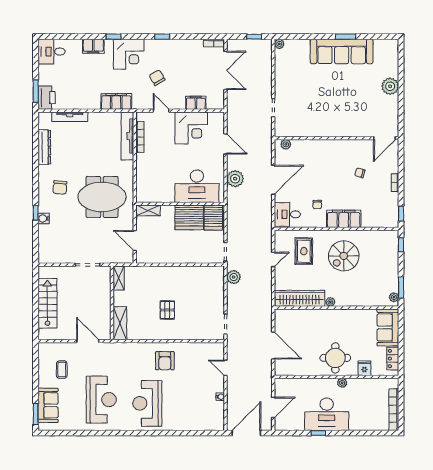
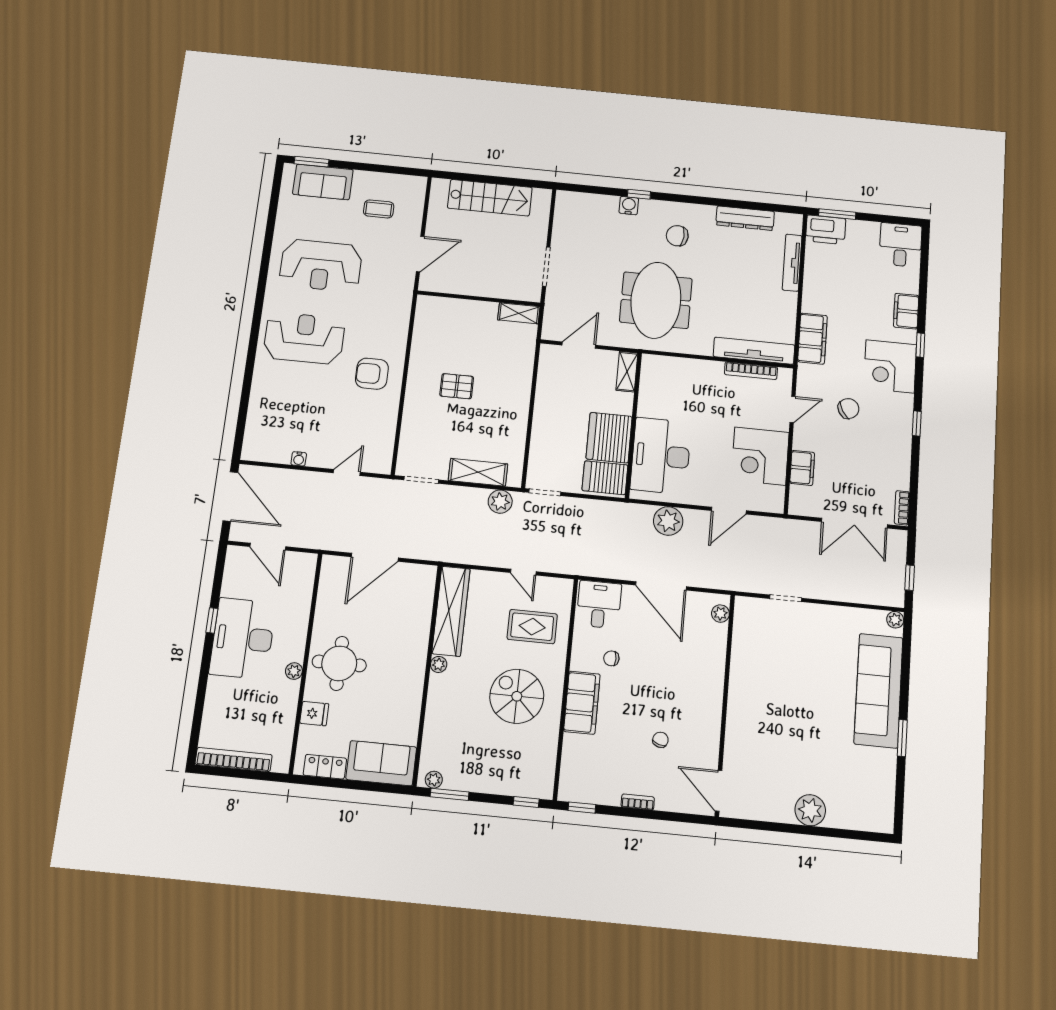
sofa: (342, 51) -> (878, 691), moved
shelving: (120, 323) -> (478, 472), moved

